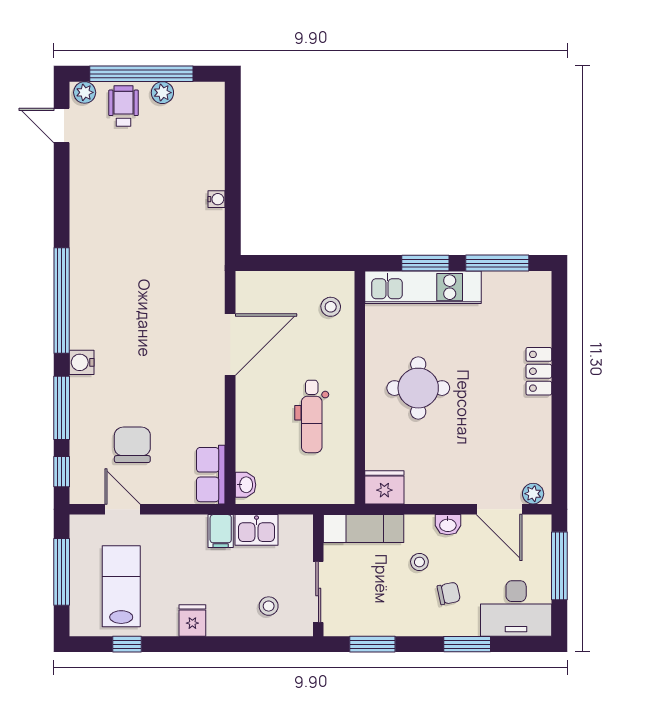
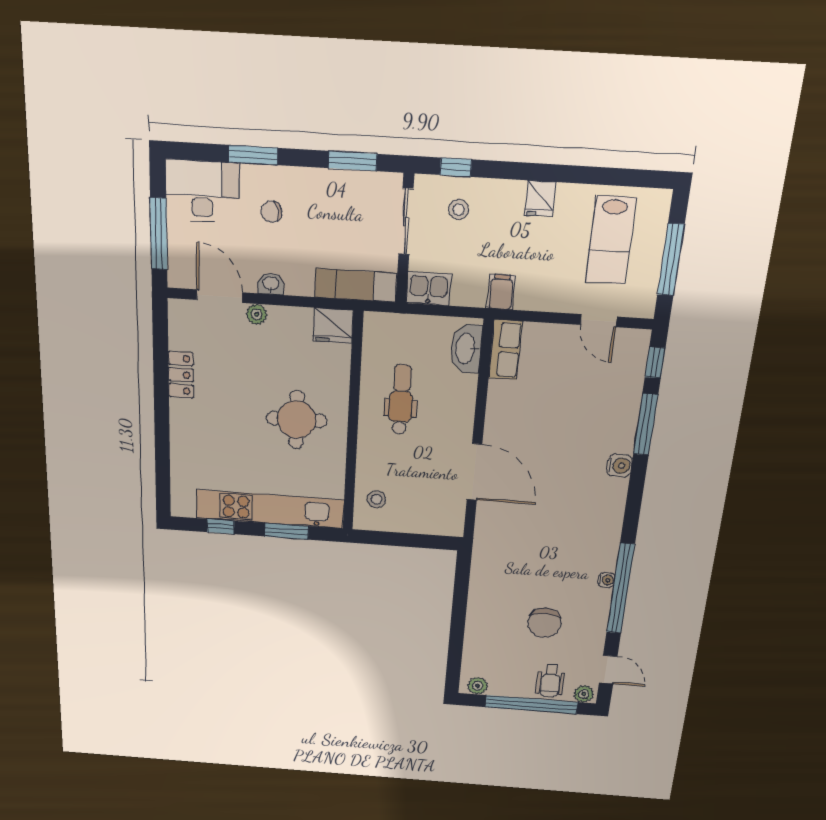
plant: (162, 93) -> (478, 686), moved
water cooler: (216, 199) -> (606, 580), moved, turned 180
window: (497, 263) -> (221, 527), width x0.46
kitchen unit: (423, 287) -> (270, 509), width x1.36
window: (62, 300) -> (621, 589), moved
door: (230, 345) -> (474, 472), swing flipped
locker: (539, 371) -> (181, 375), moved
chair: (132, 445) -> (545, 623), moved
washbasin: (246, 485) -> (466, 349), width x1.91, depth x1.45
plant: (533, 494) -> (257, 314), moved
kitchen sink: (257, 530) -> (429, 288), moved
stool: (419, 562) -> (301, 247), removed
window: (127, 644) -> (456, 167), moved

